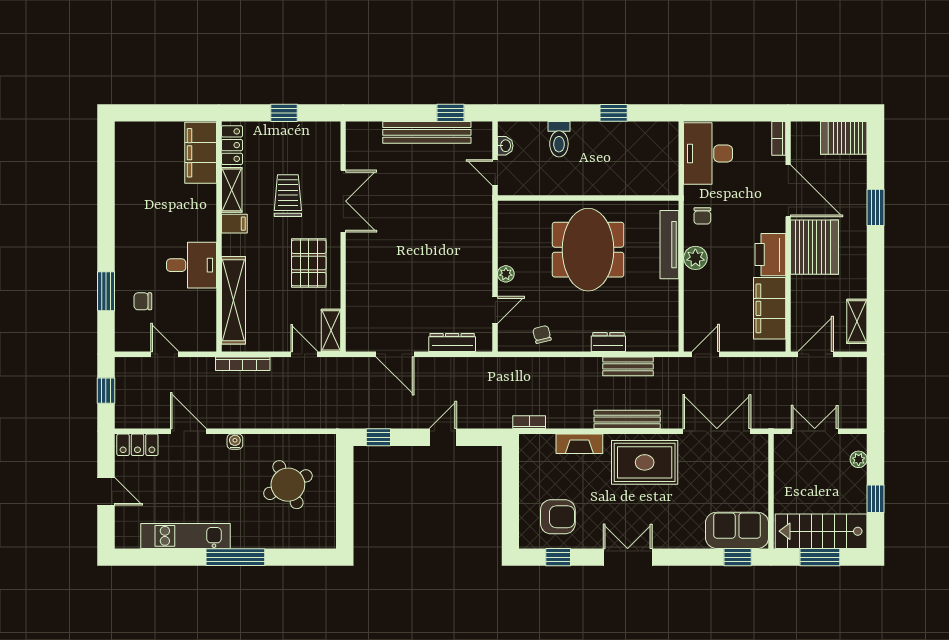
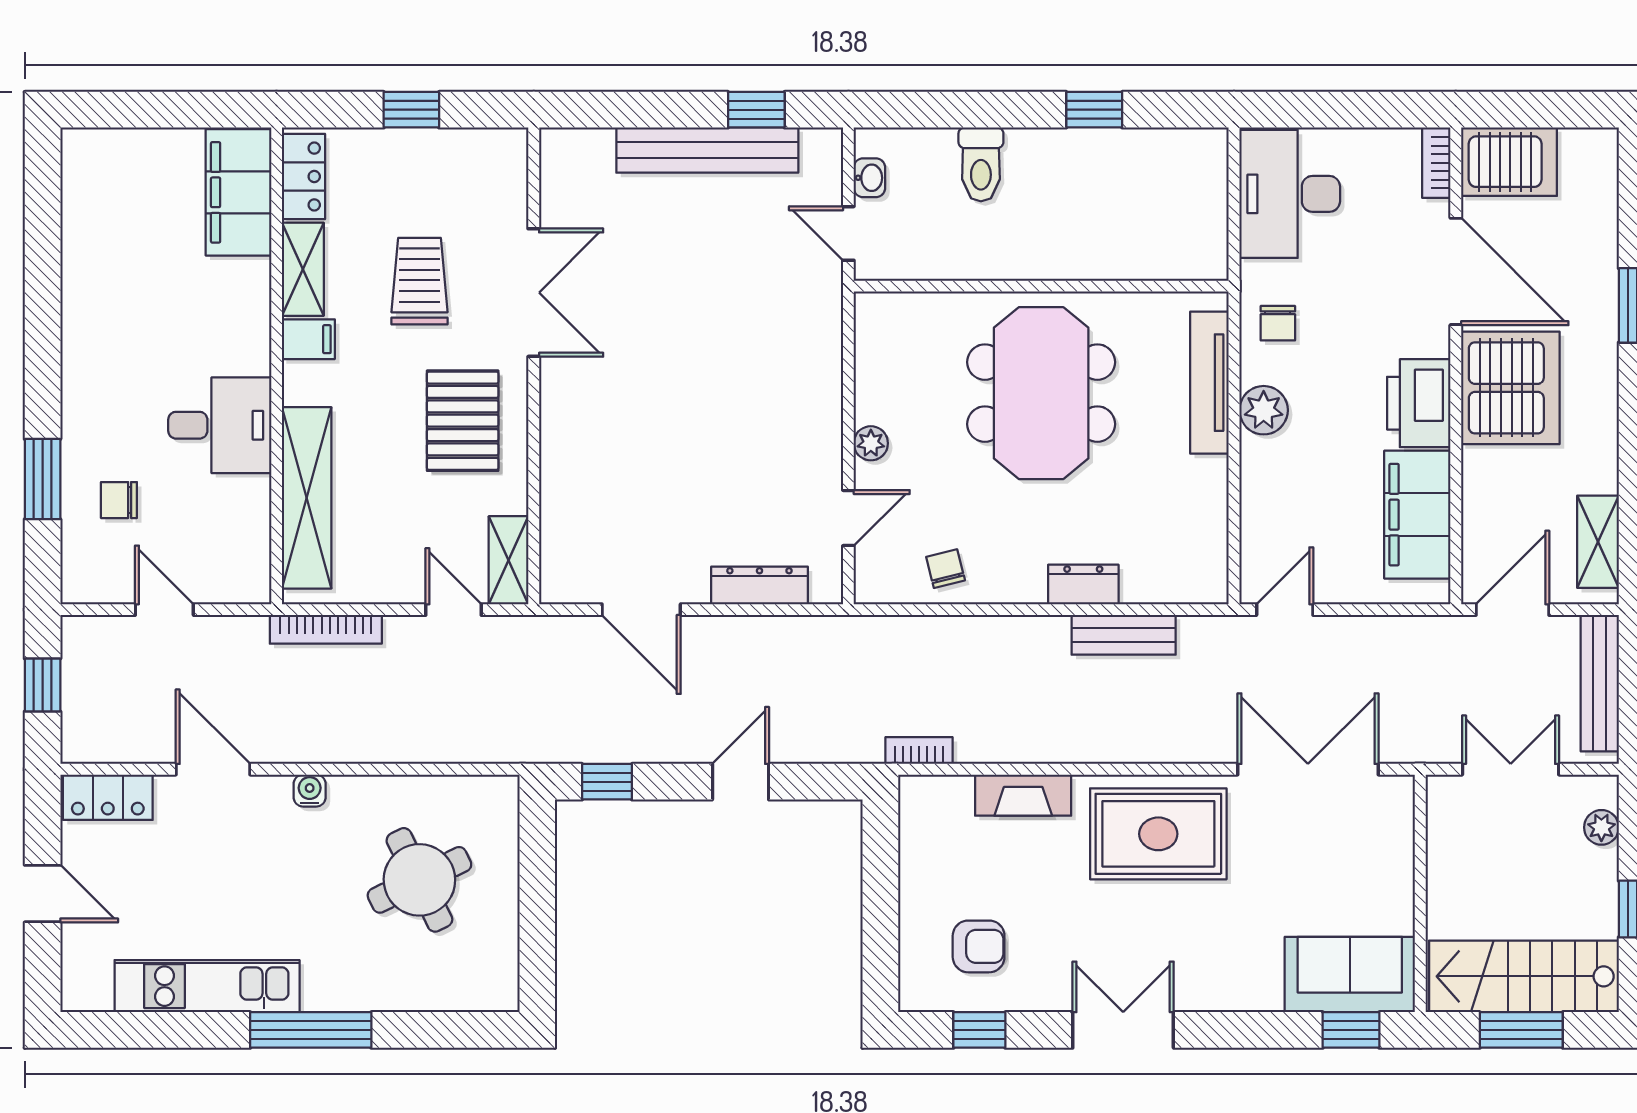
server rack: (844, 138) -> (1509, 162), moved, turned 180
bench: (627, 419) -> (1600, 683), moved, turned 90
armchair: (558, 517) -> (979, 946), width x0.72, depth x0.72

